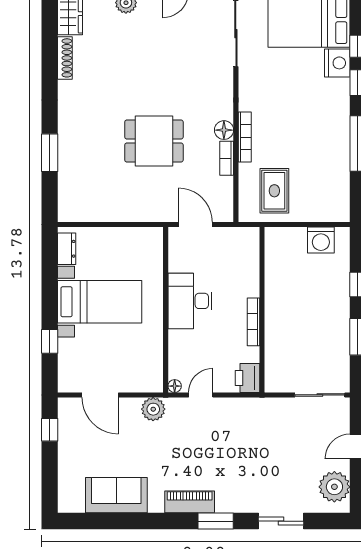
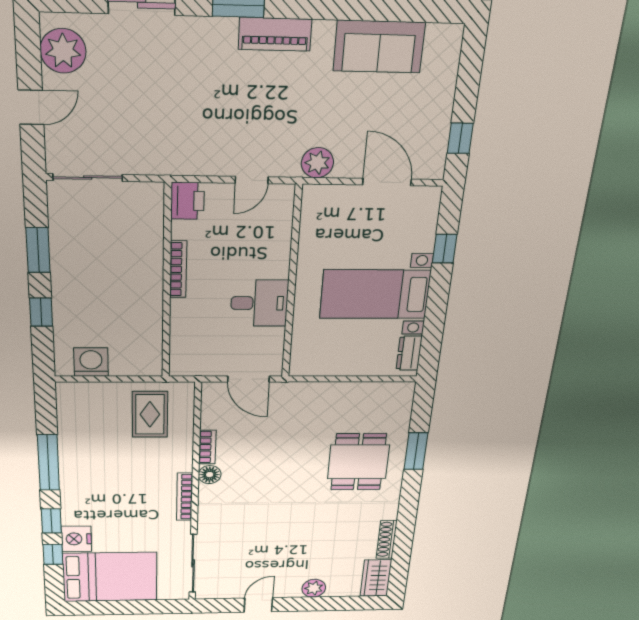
bookcase: (245, 137) -> (185, 497), moved
dining table: (154, 141) -> (358, 462), moved, turned 90
desk: (190, 301) -> (259, 303), width x0.73
floor lamp: (175, 386) -> (286, 192), removed

